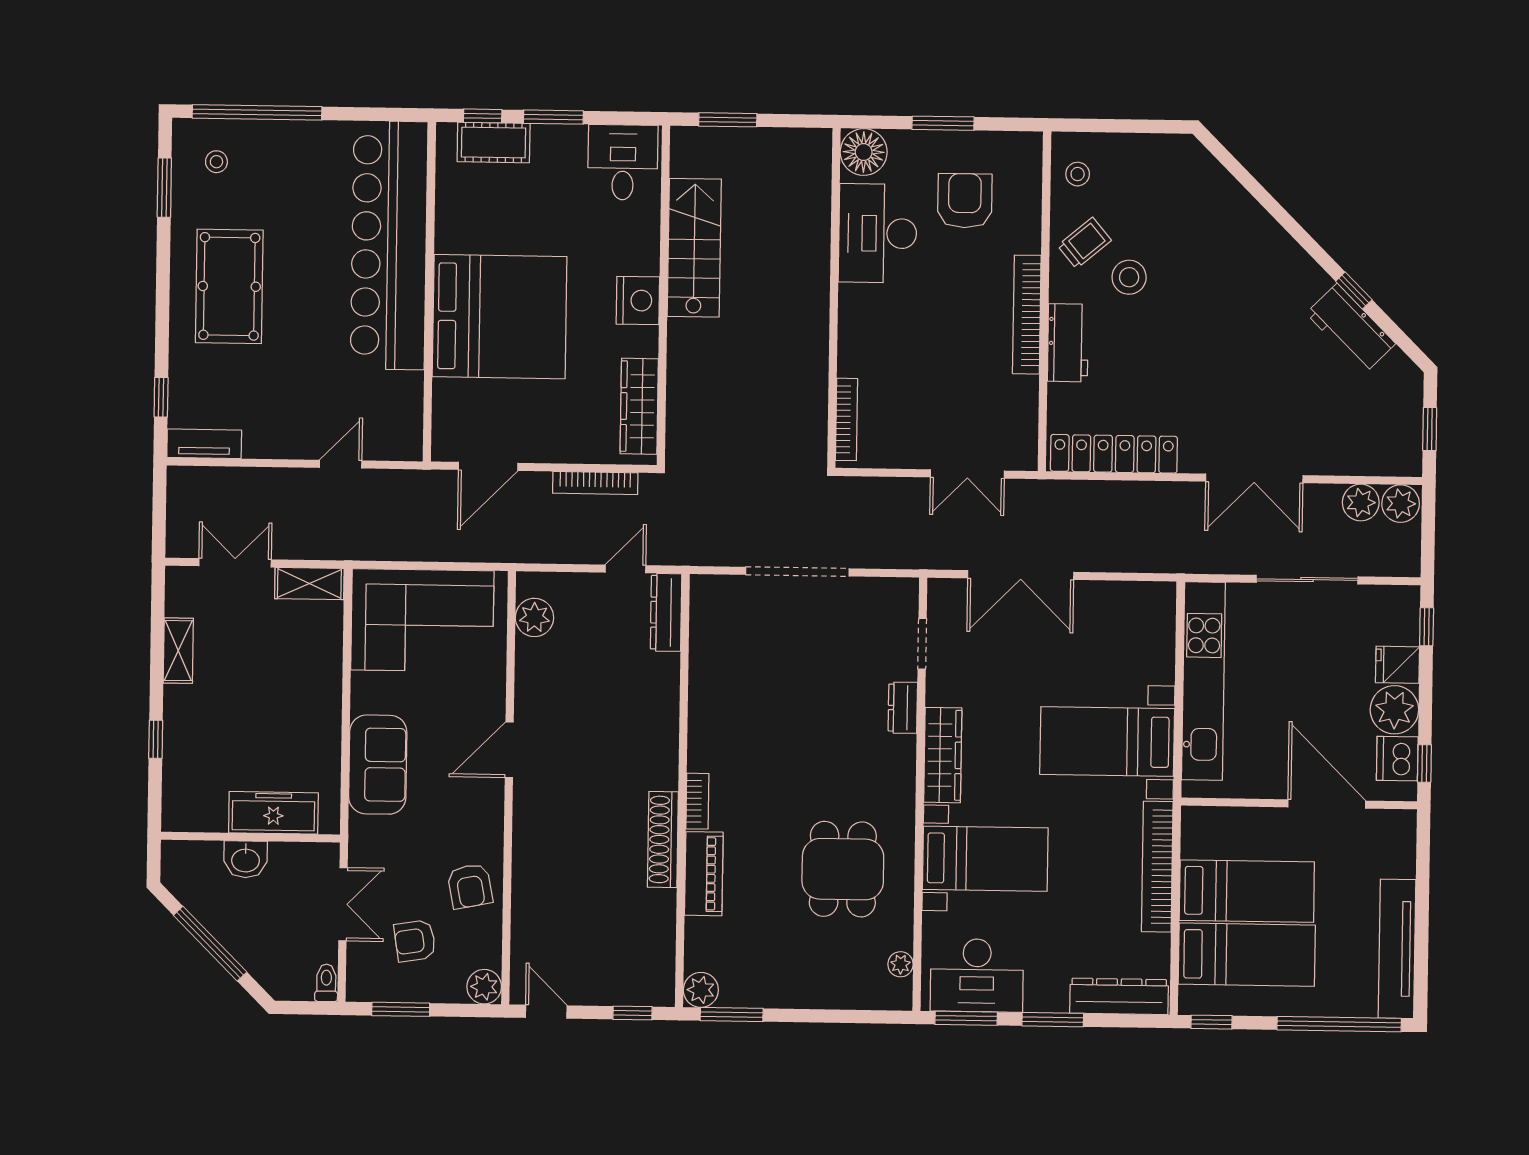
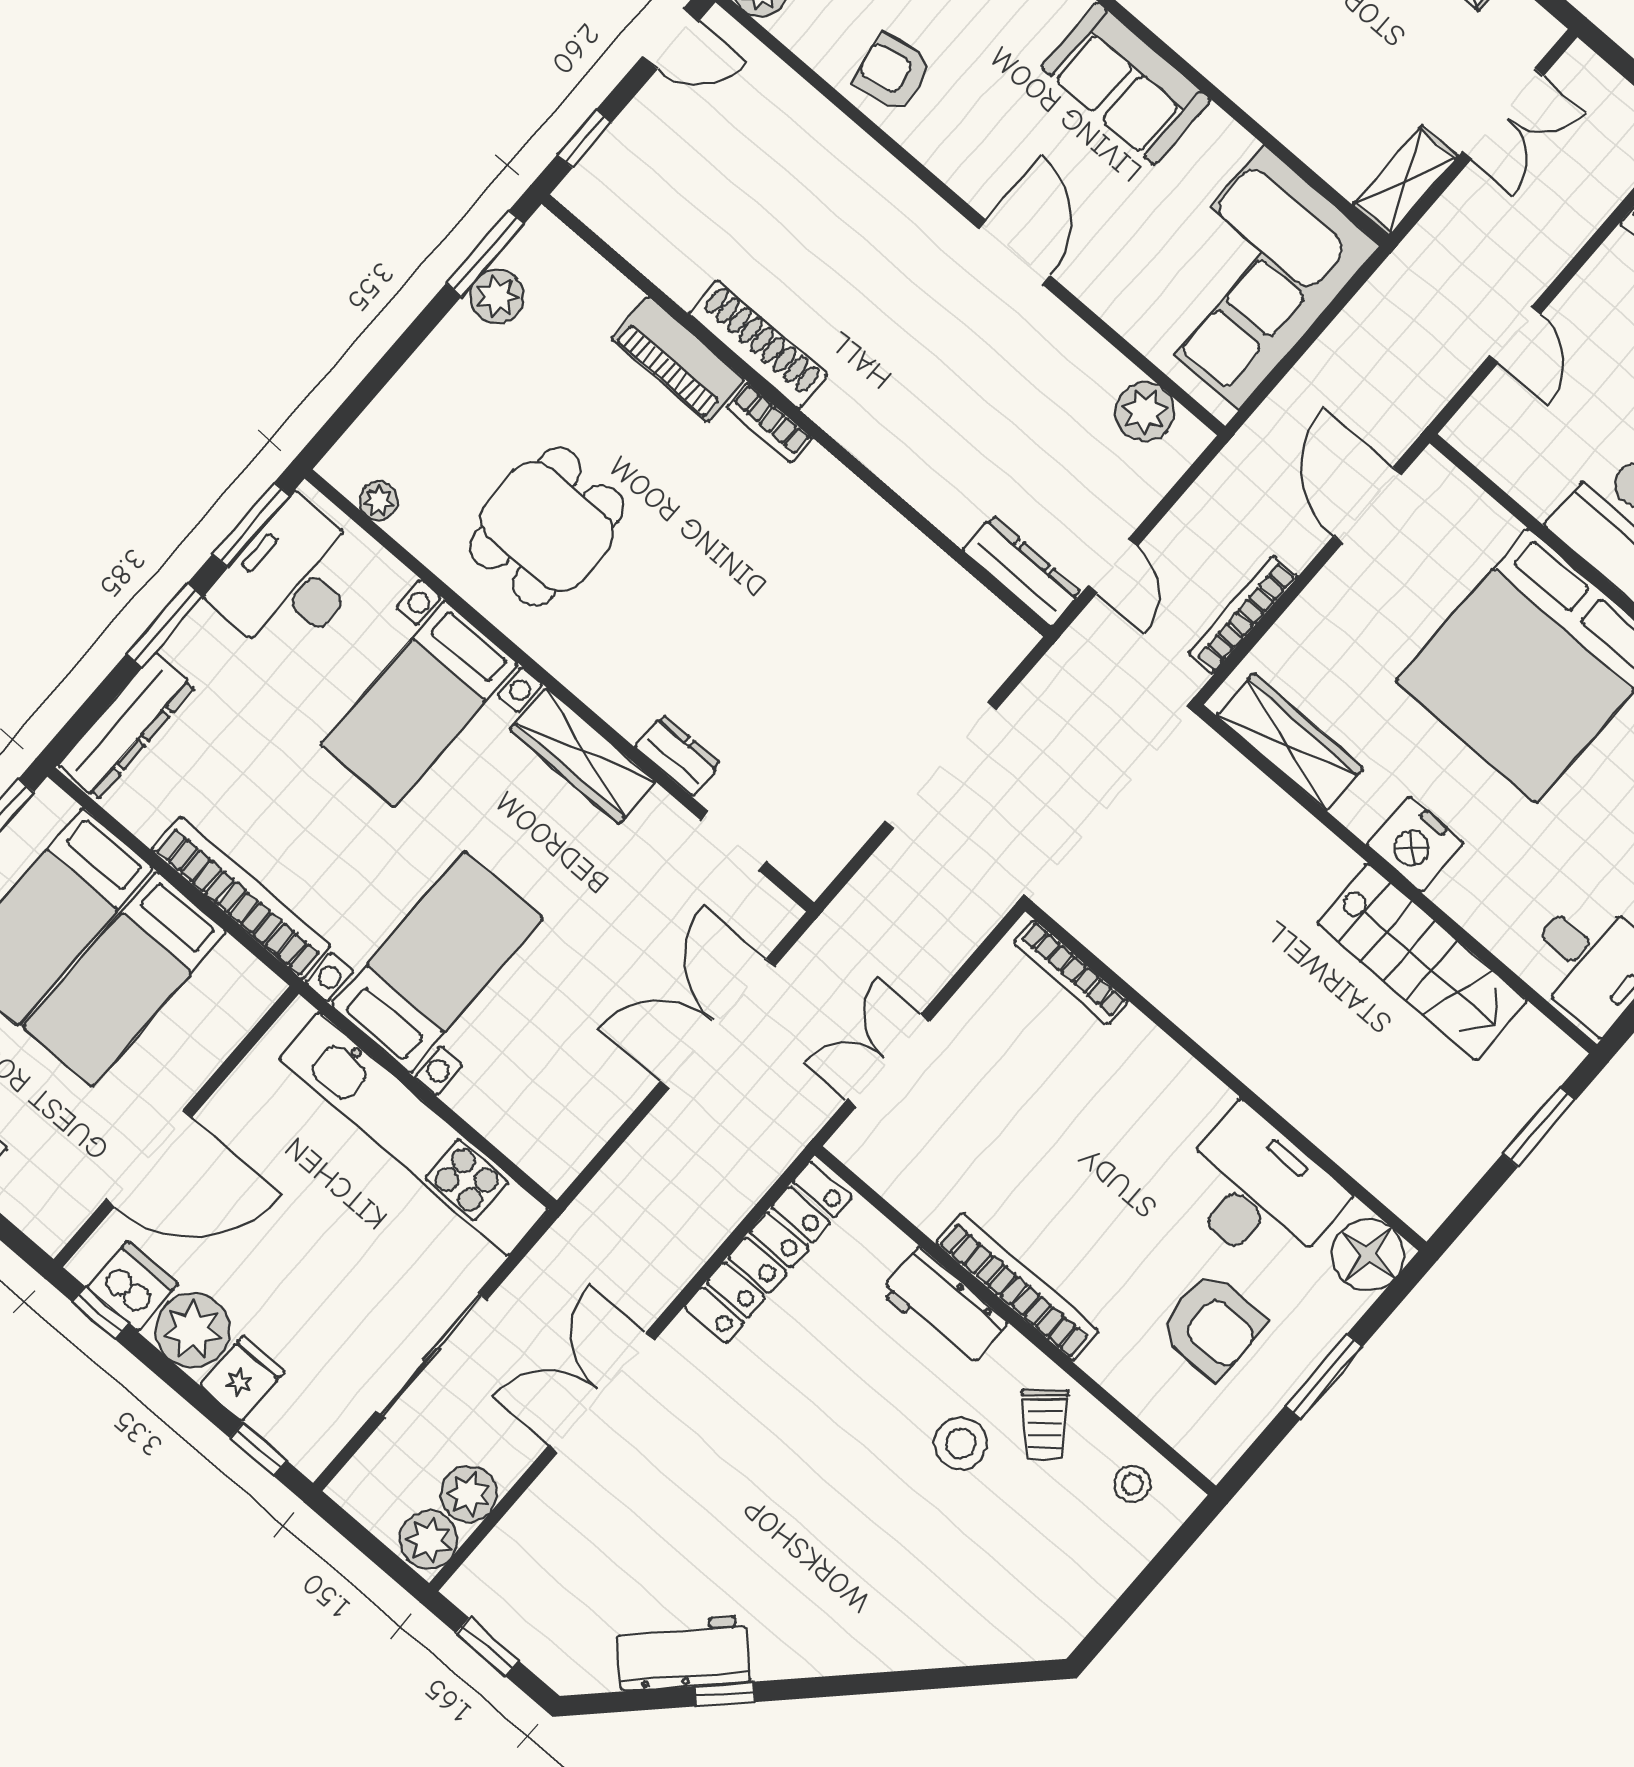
dining table: (843, 869) -> (547, 527), turned 90
plant: (701, 990) -> (497, 296), moved

